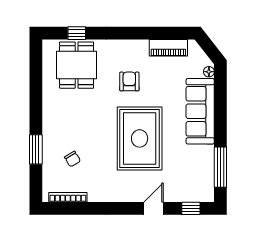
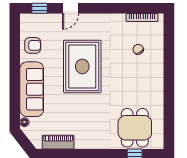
armchair: (129, 81) -> (33, 45), moved, turned -90
window: (36, 149) -> (169, 57), removed
window: (220, 167) -> (15, 43), removed

